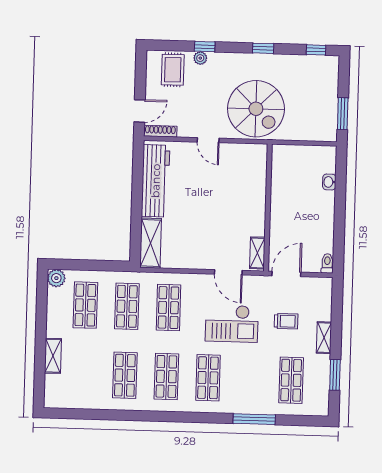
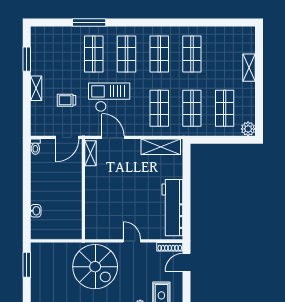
spiral stairs: (256, 109) -> (95, 267), turned 180
shelving: (151, 243) -> (161, 147), moved, turned 90
shop shelf: (291, 380) -> (94, 54), moved

